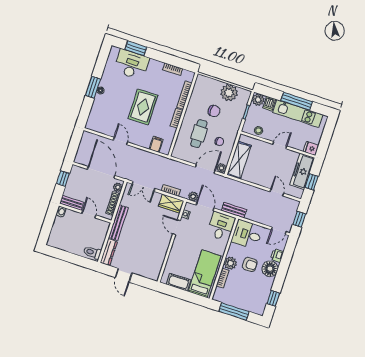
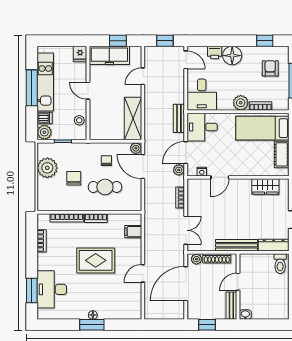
shelving: (239, 160) -> (133, 119), moved, turned 90
wardrobe: (171, 204) -> (265, 187), moved, turned 90
armchair: (250, 264) -> (270, 68), moved

